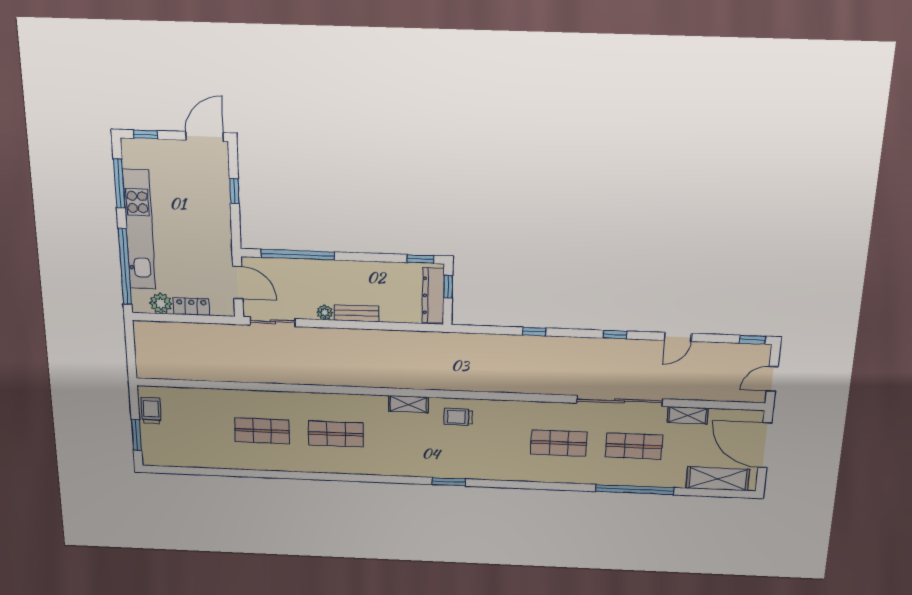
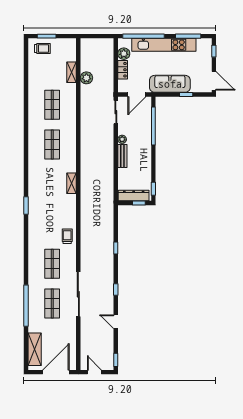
sofa: (215, 221) -> (170, 84), added
plant: (210, 371) -> (86, 78), added
trolley: (151, 411) -> (42, 49), moved
shelving: (688, 415) -> (71, 72), moved
trolley: (458, 417) -> (67, 236), moved

